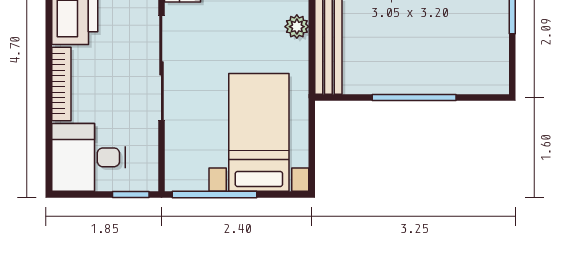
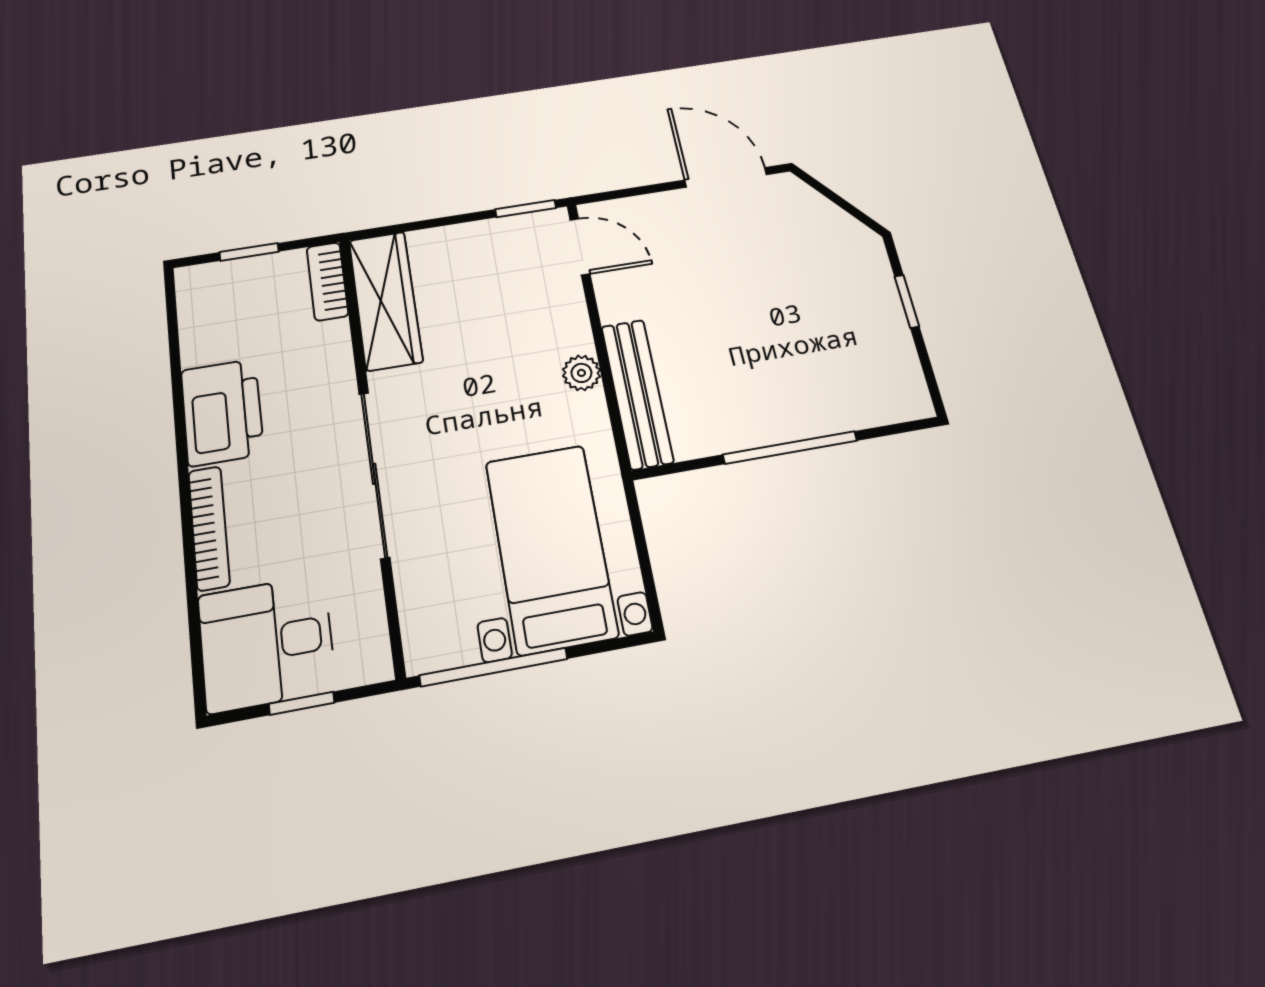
window: (131, 194) -> (302, 703), moved

